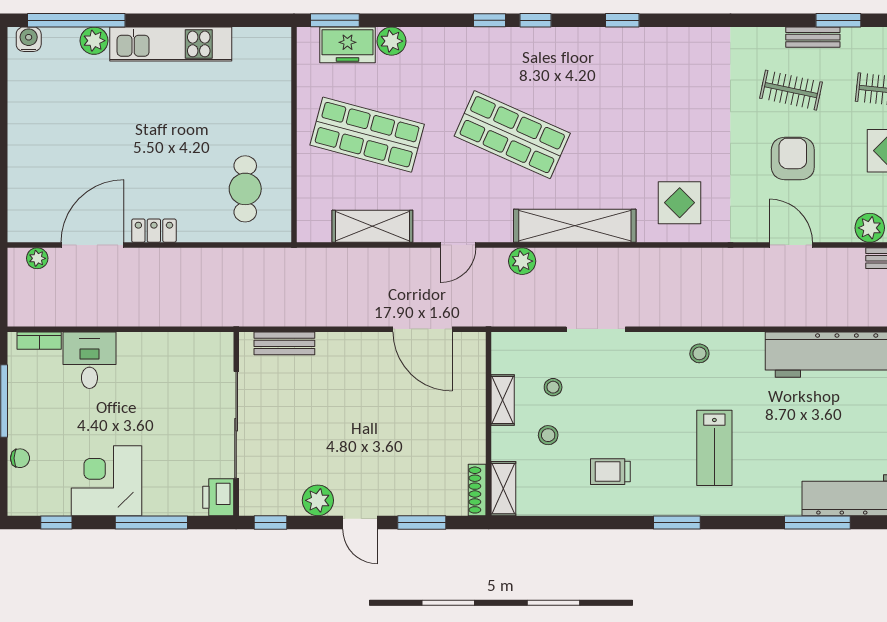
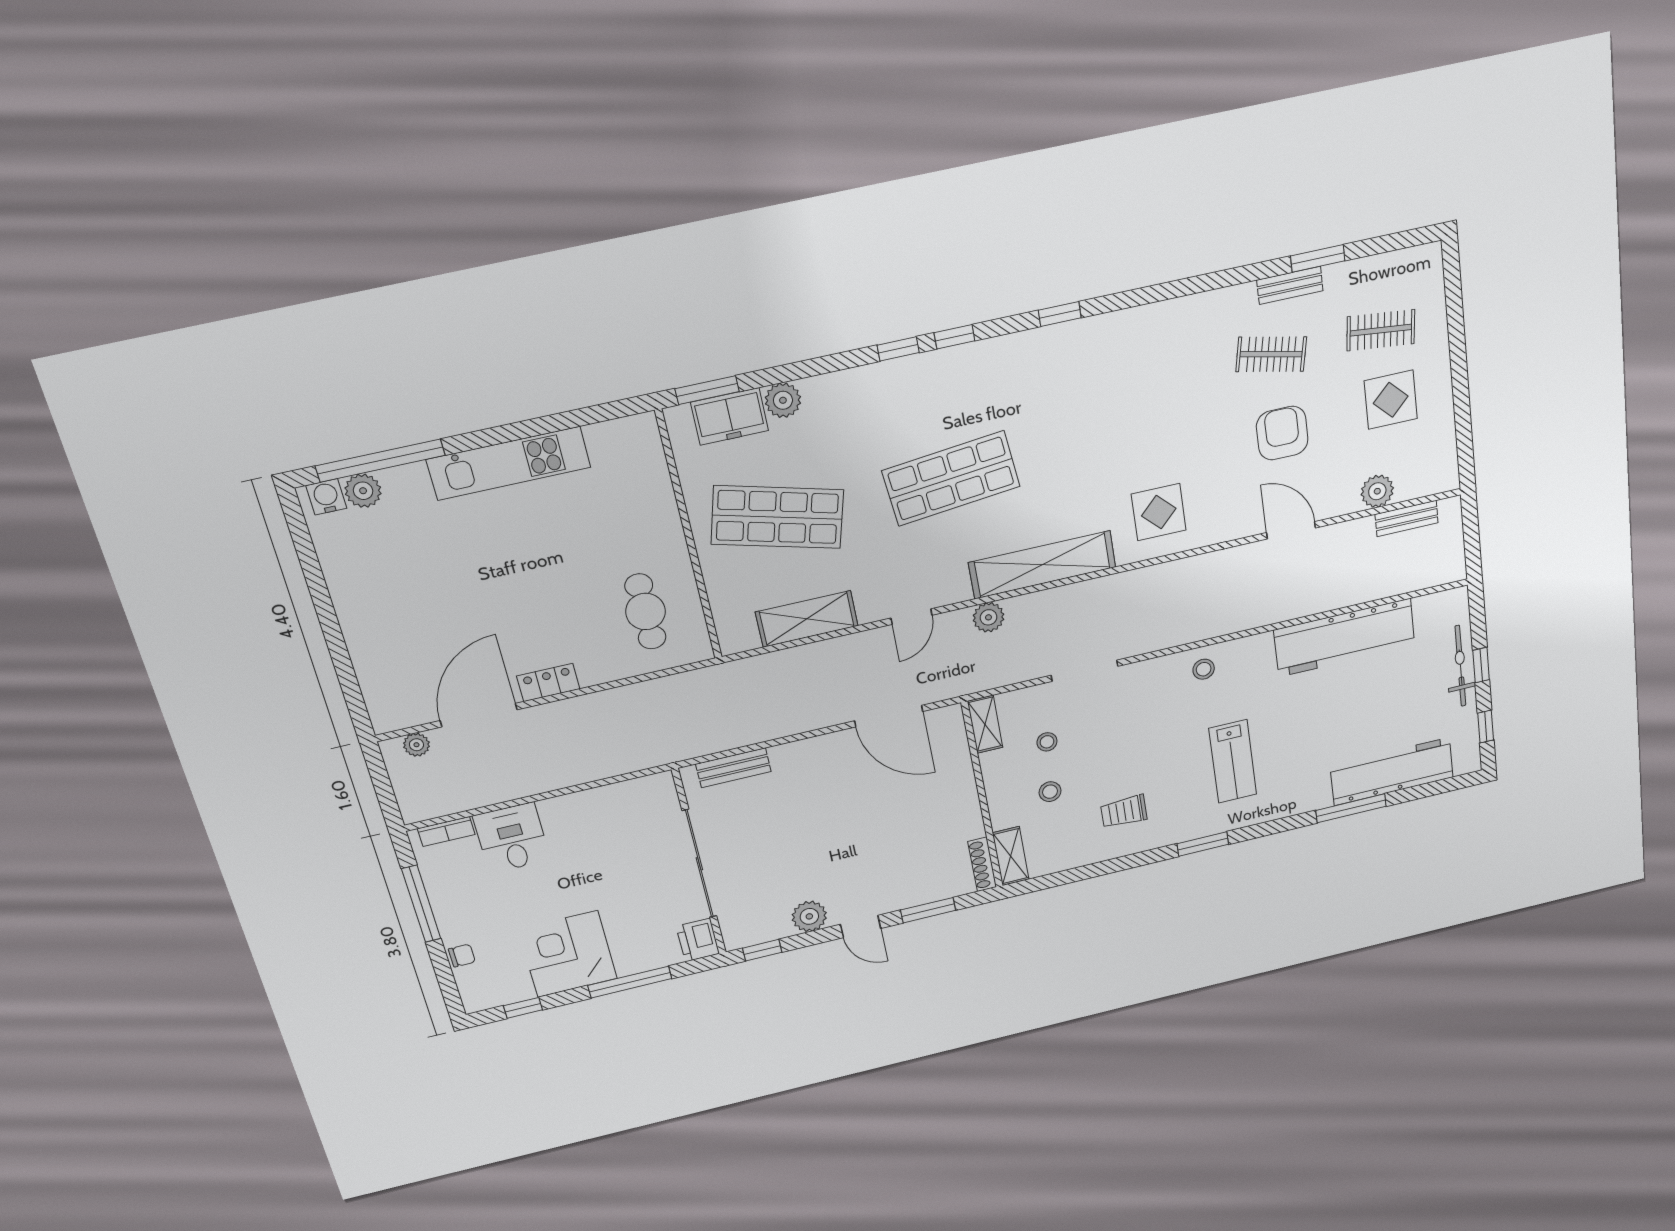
plant: (94, 41) -> (363, 491), moved
shop shelf: (512, 135) -> (951, 479), turned -30
shelving: (503, 400) -> (985, 724), moved

